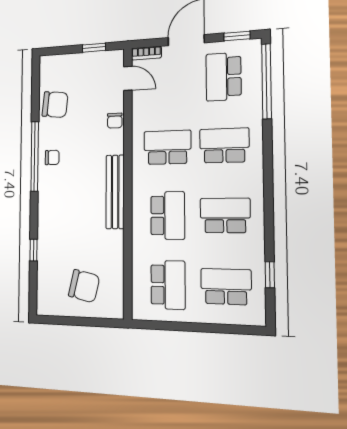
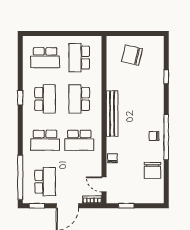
chair: (55, 105) -> (152, 170), turned -96
school desk: (225, 215) -> (45, 99), turned -90
window: (270, 275) -> (20, 98), moved

